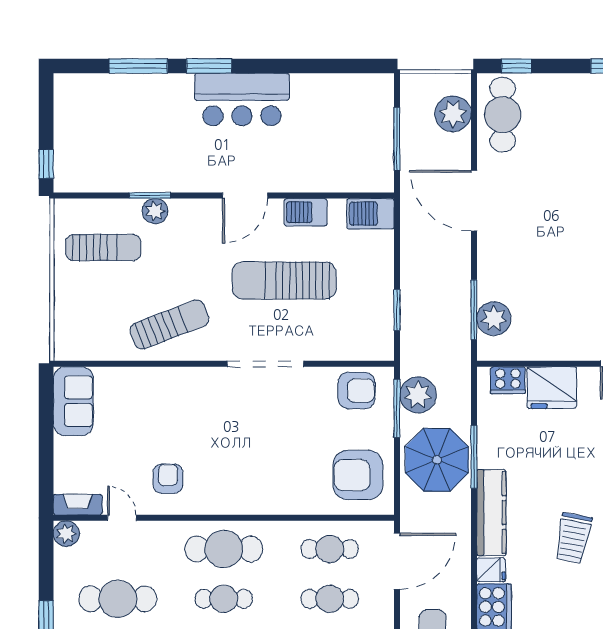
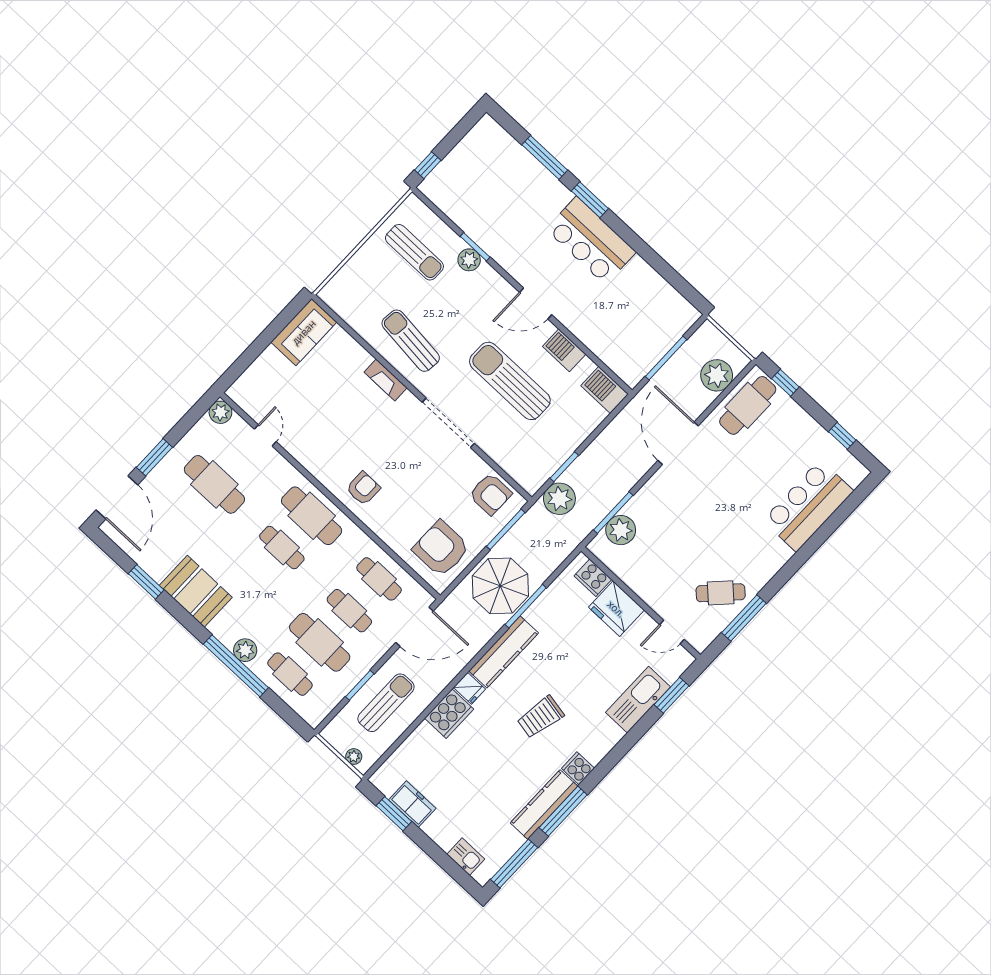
sun lounger: (169, 325) -> (411, 341), turned -153
plant: (418, 395) -> (559, 499), moved
armchair: (168, 479) -> (363, 488), moved
fireplace: (78, 505) -> (386, 380), moved, turned 180

